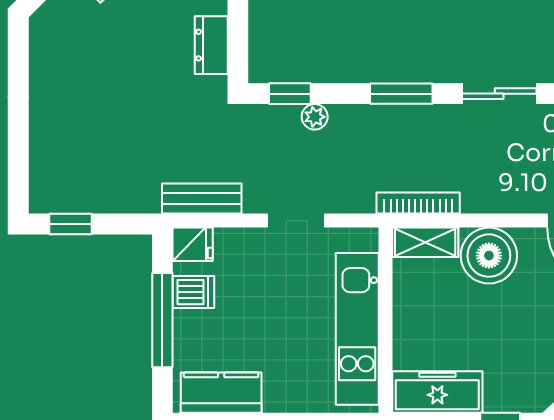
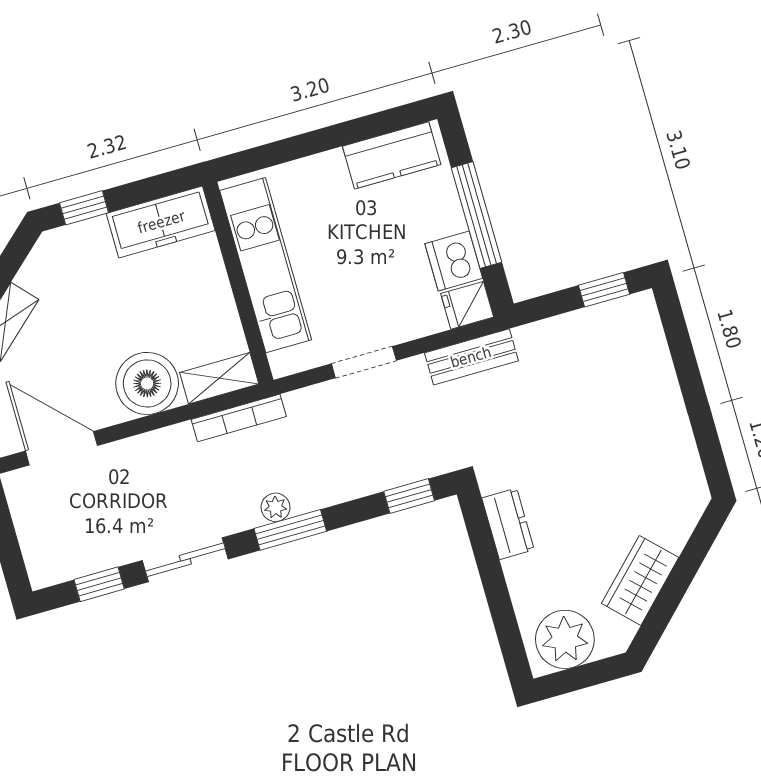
plant: (315, 117) -> (275, 507), moved
dishwasher: (193, 292) -> (454, 261), width x1.38

